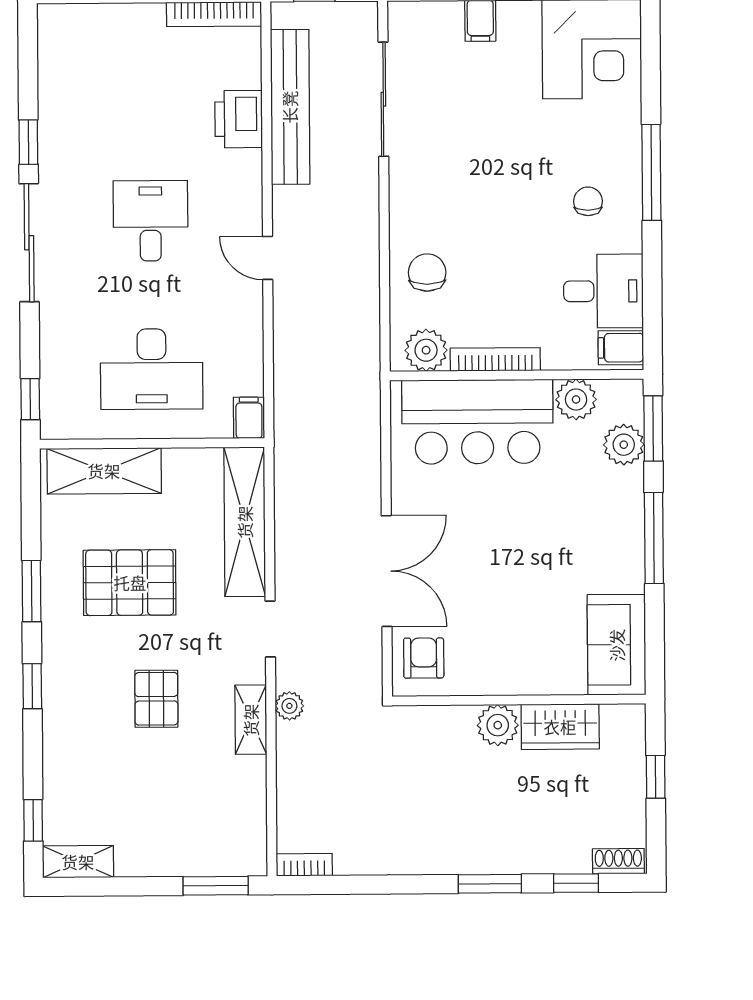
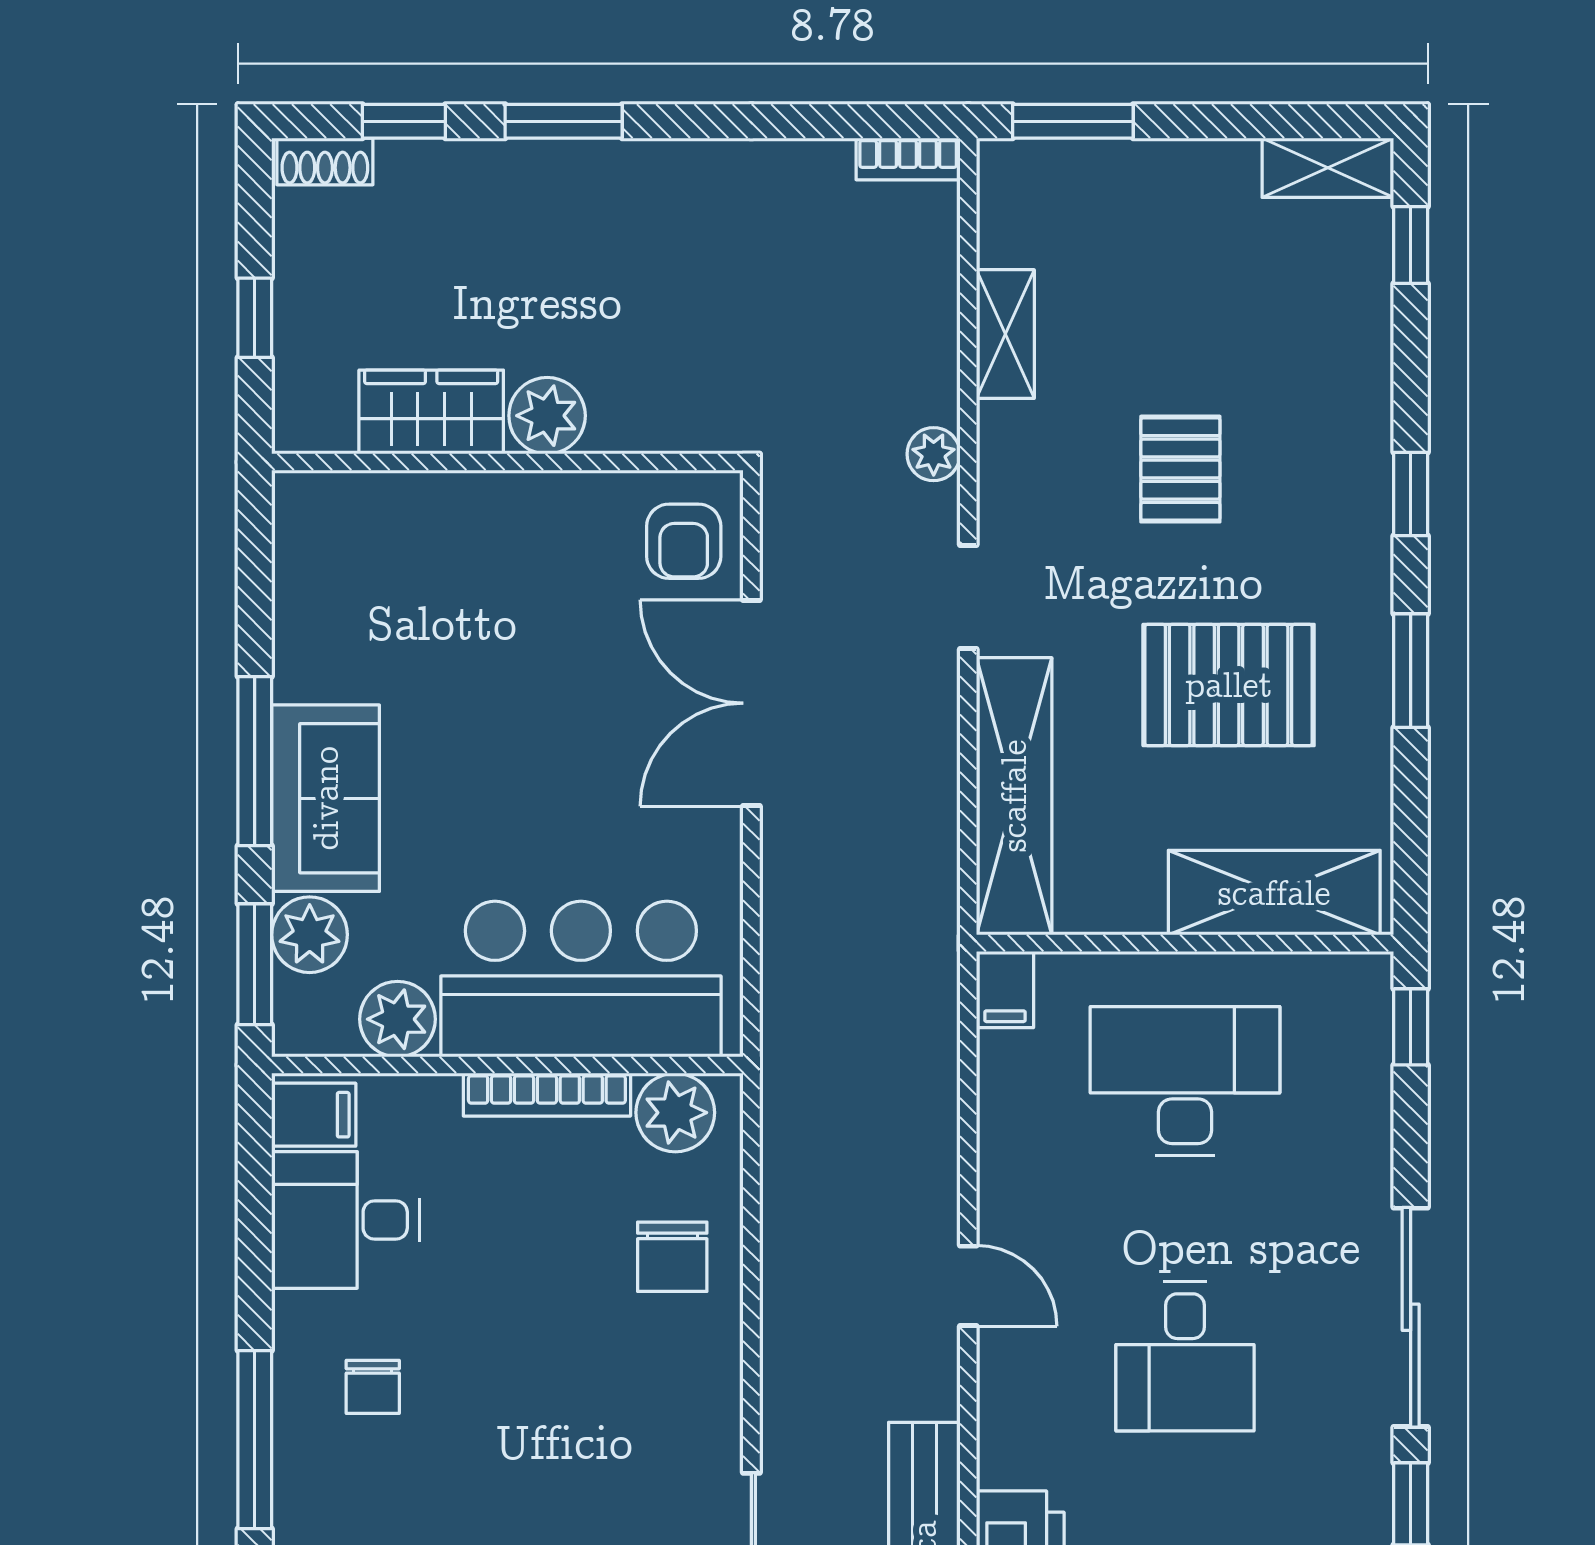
sofa: (617, 645) -> (326, 798), moved
shelving: (251, 720) -> (1005, 334), moved

